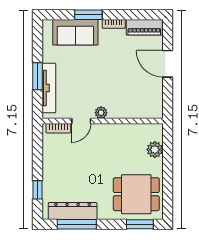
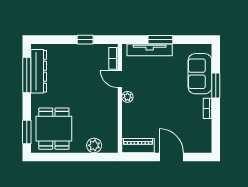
piano: (144, 27) -> (138, 146), moved, turned 90
door: (168, 64) -> (171, 157), hinge flipped
window: (38, 190) -> (85, 40), moved

